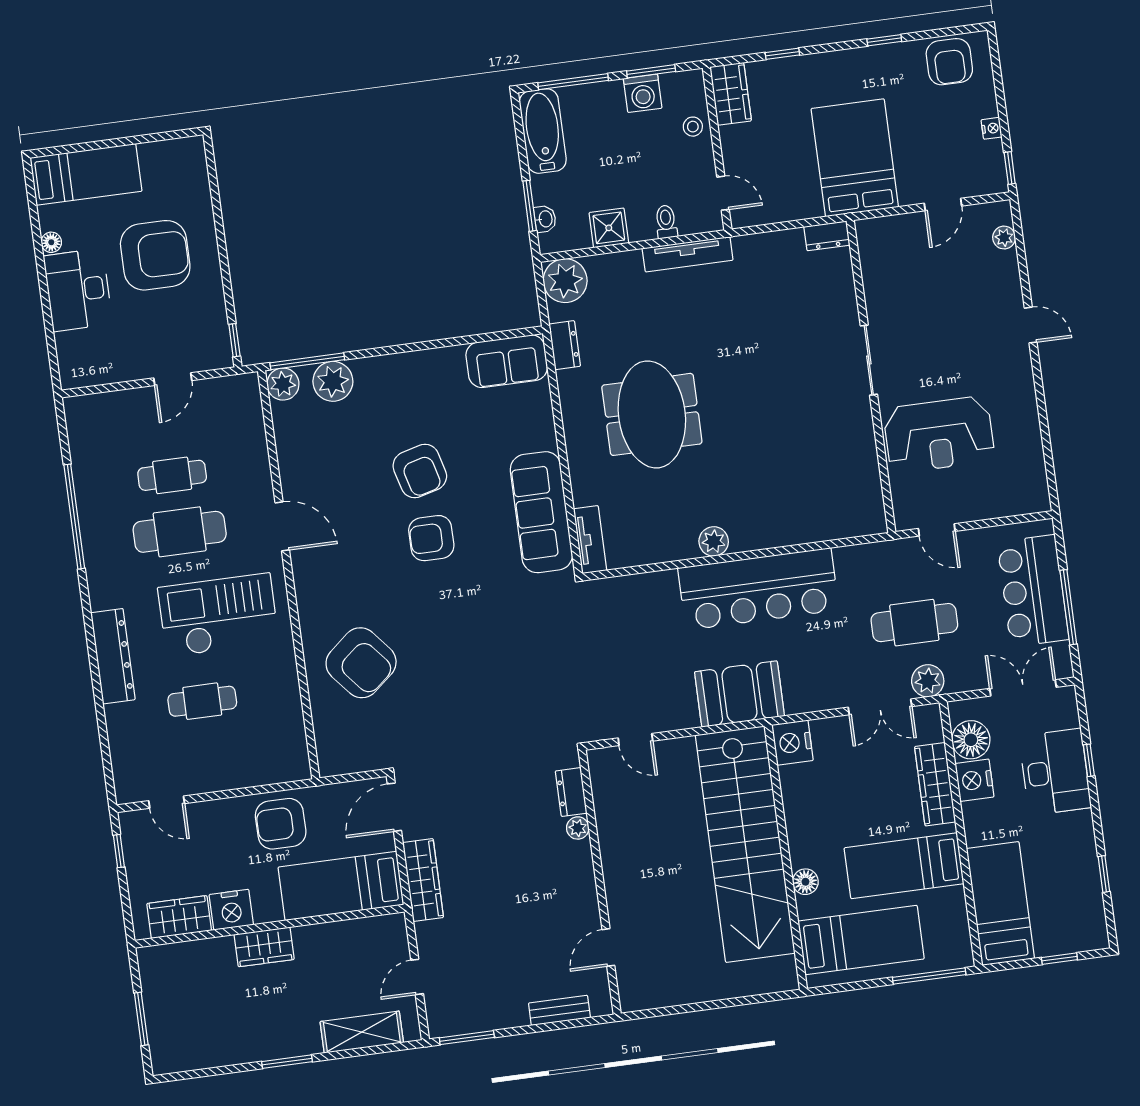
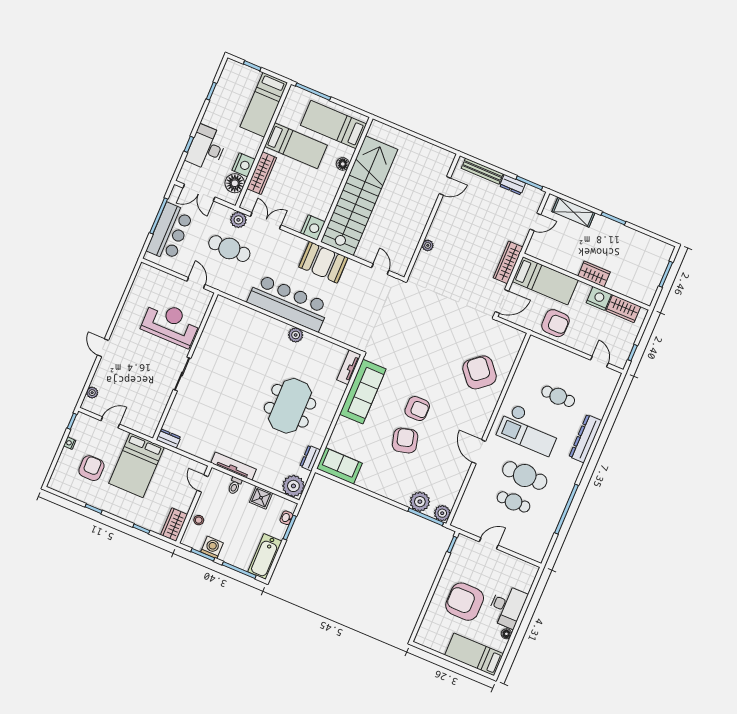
armchair: (949, 62) -> (91, 468), moved
dresser: (571, 792) -> (513, 185), moved, turned 90
bench: (559, 1010) -> (482, 171), width x1.36

